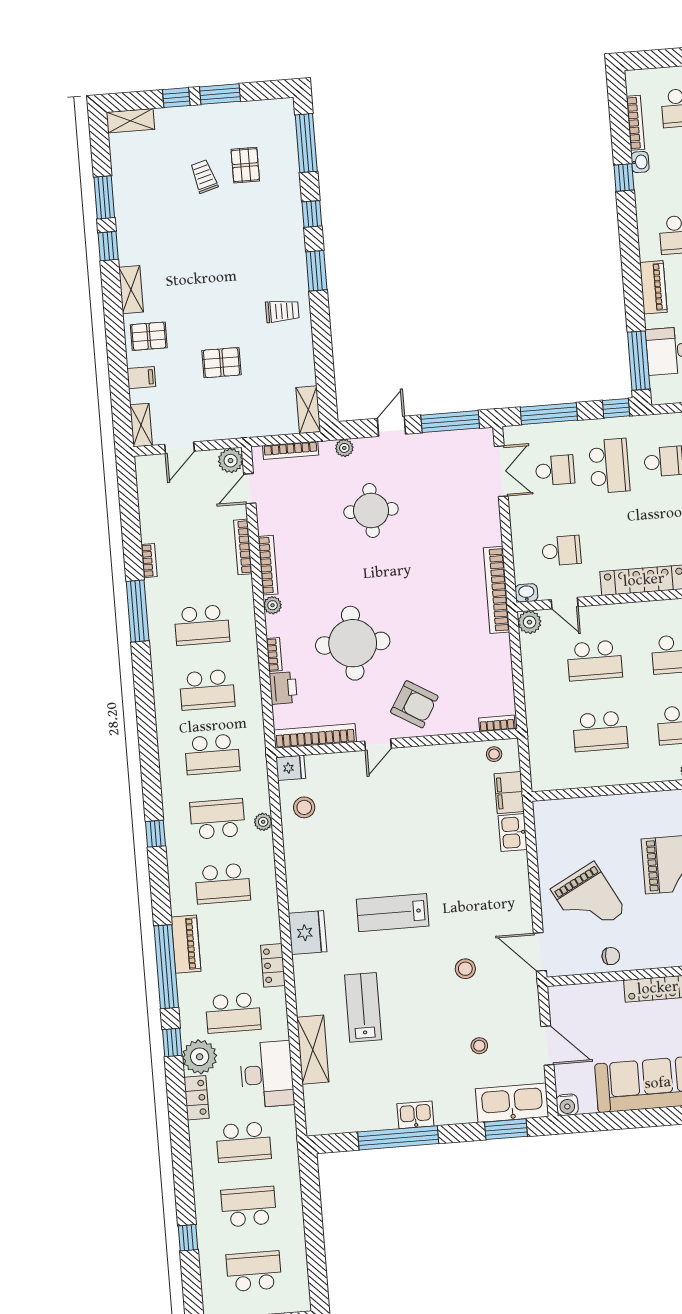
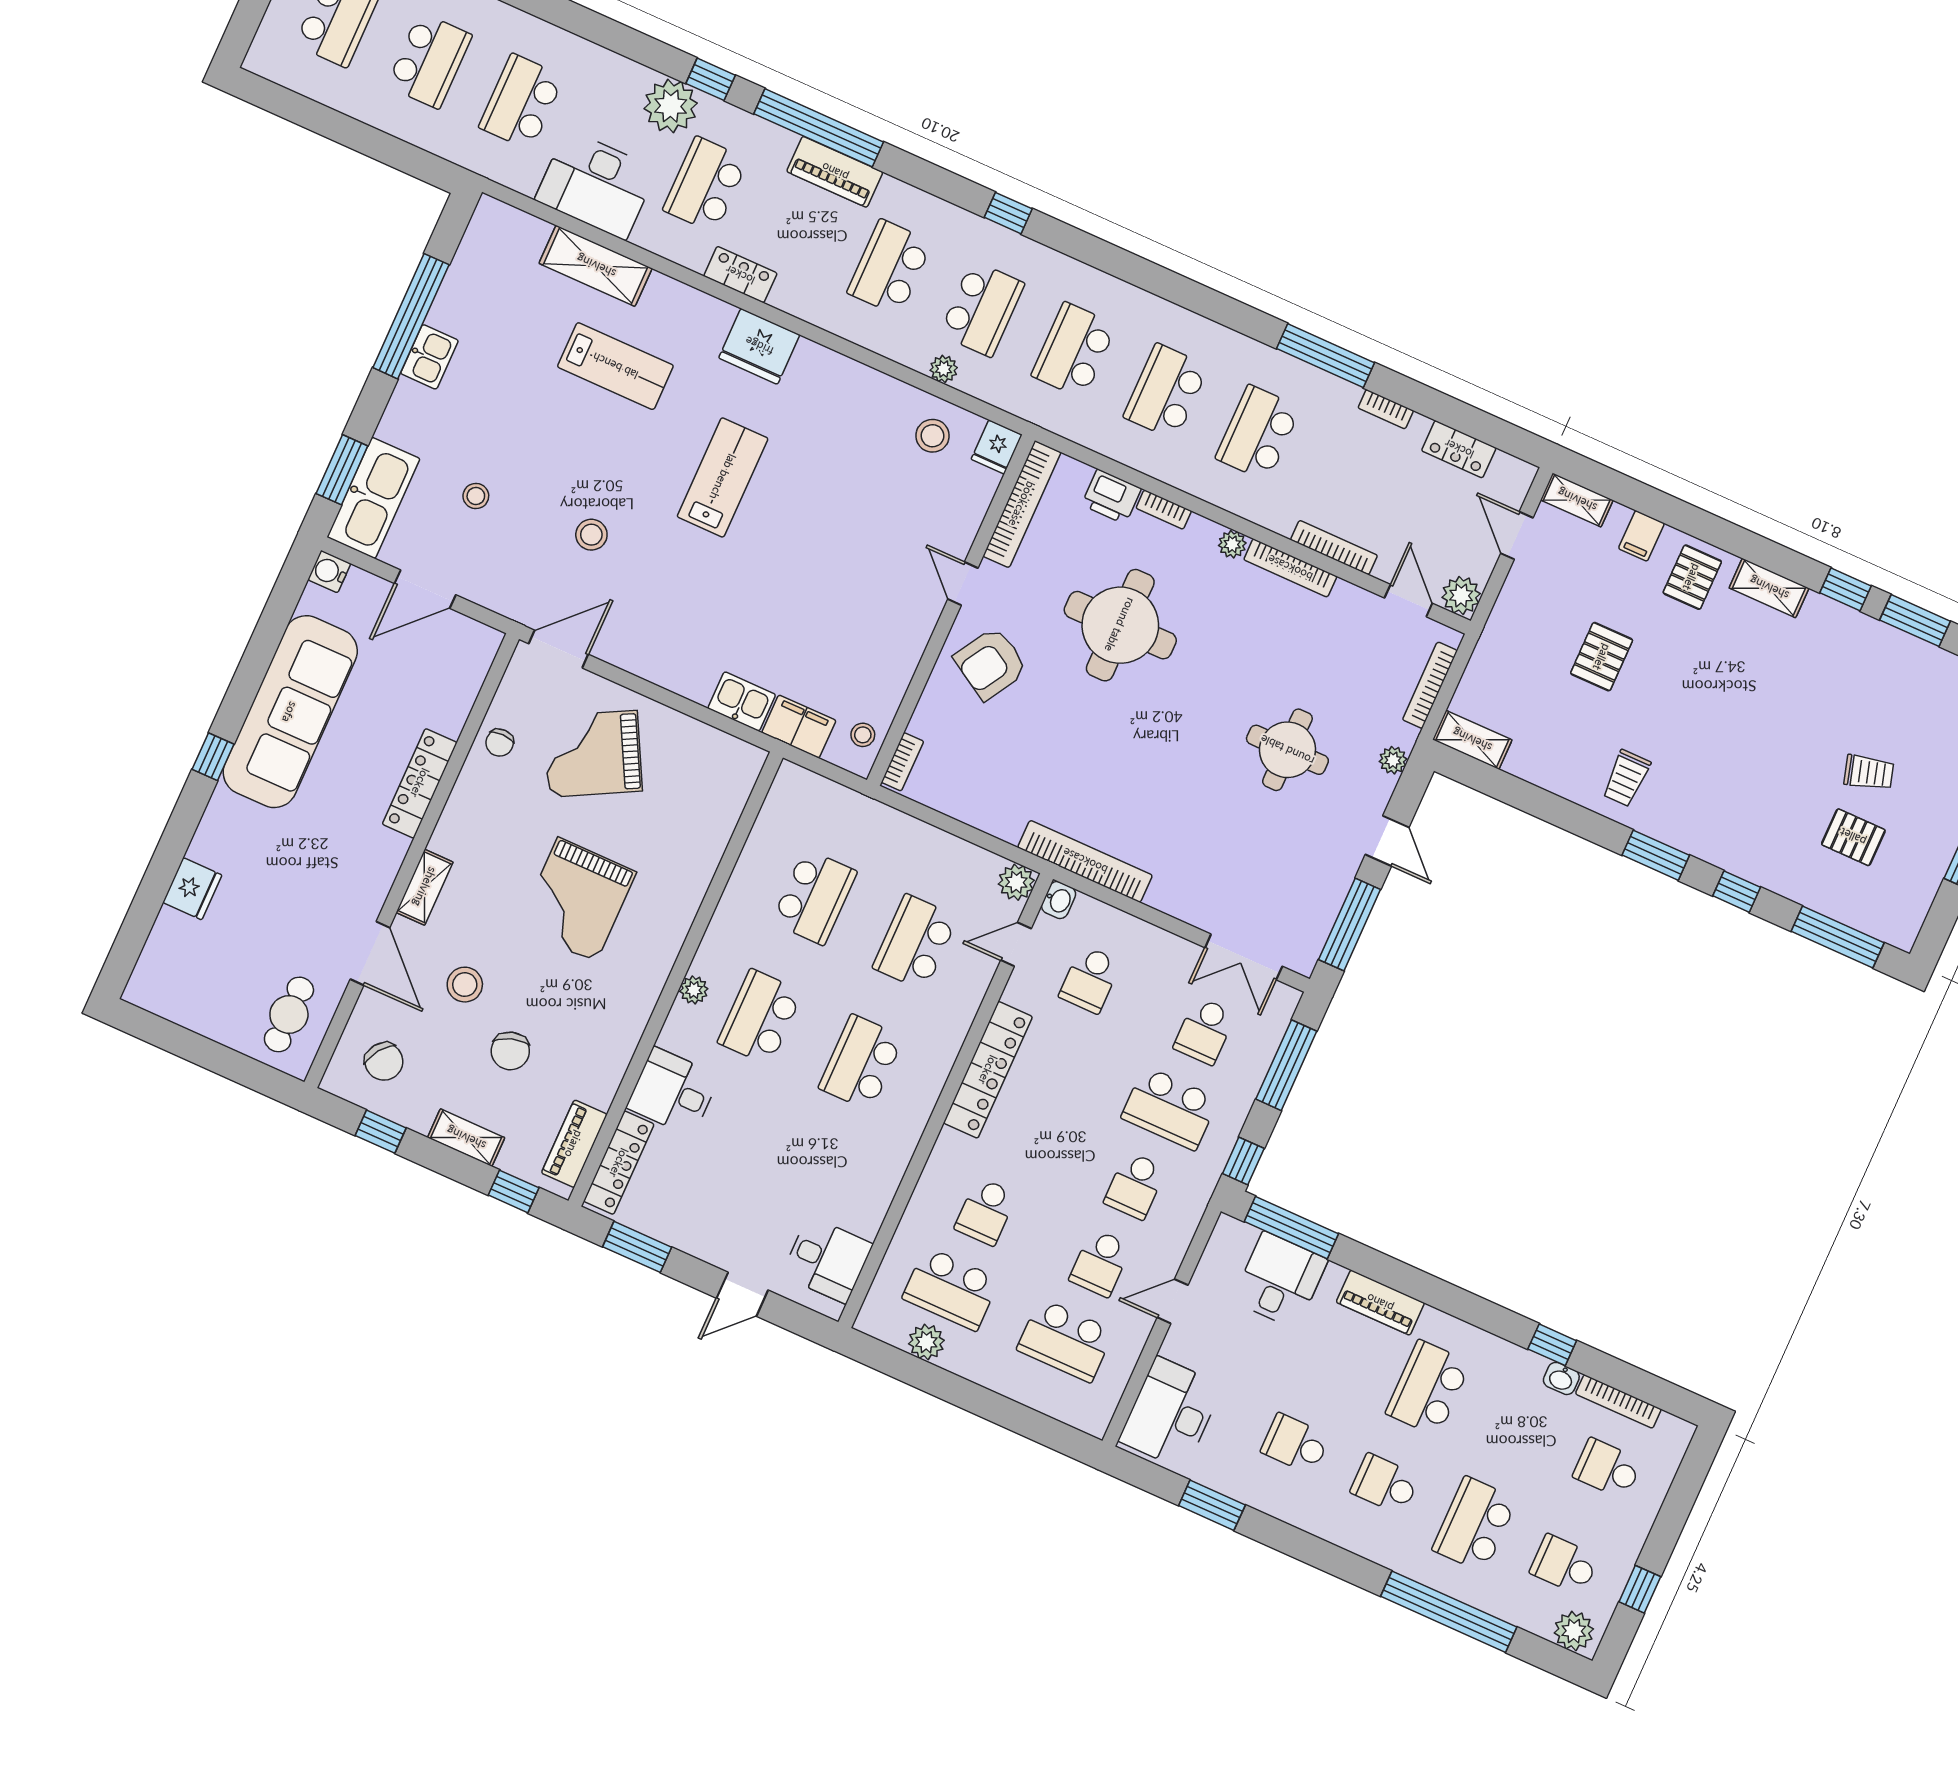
school desk: (600, 731) -> (814, 897), turned 180
locker: (196, 1098) -> (1459, 449), moved

